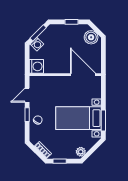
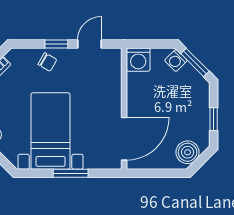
door: (27, 95) -> (89, 44), hinge flipped
window: (103, 121) -> (71, 173), moved

